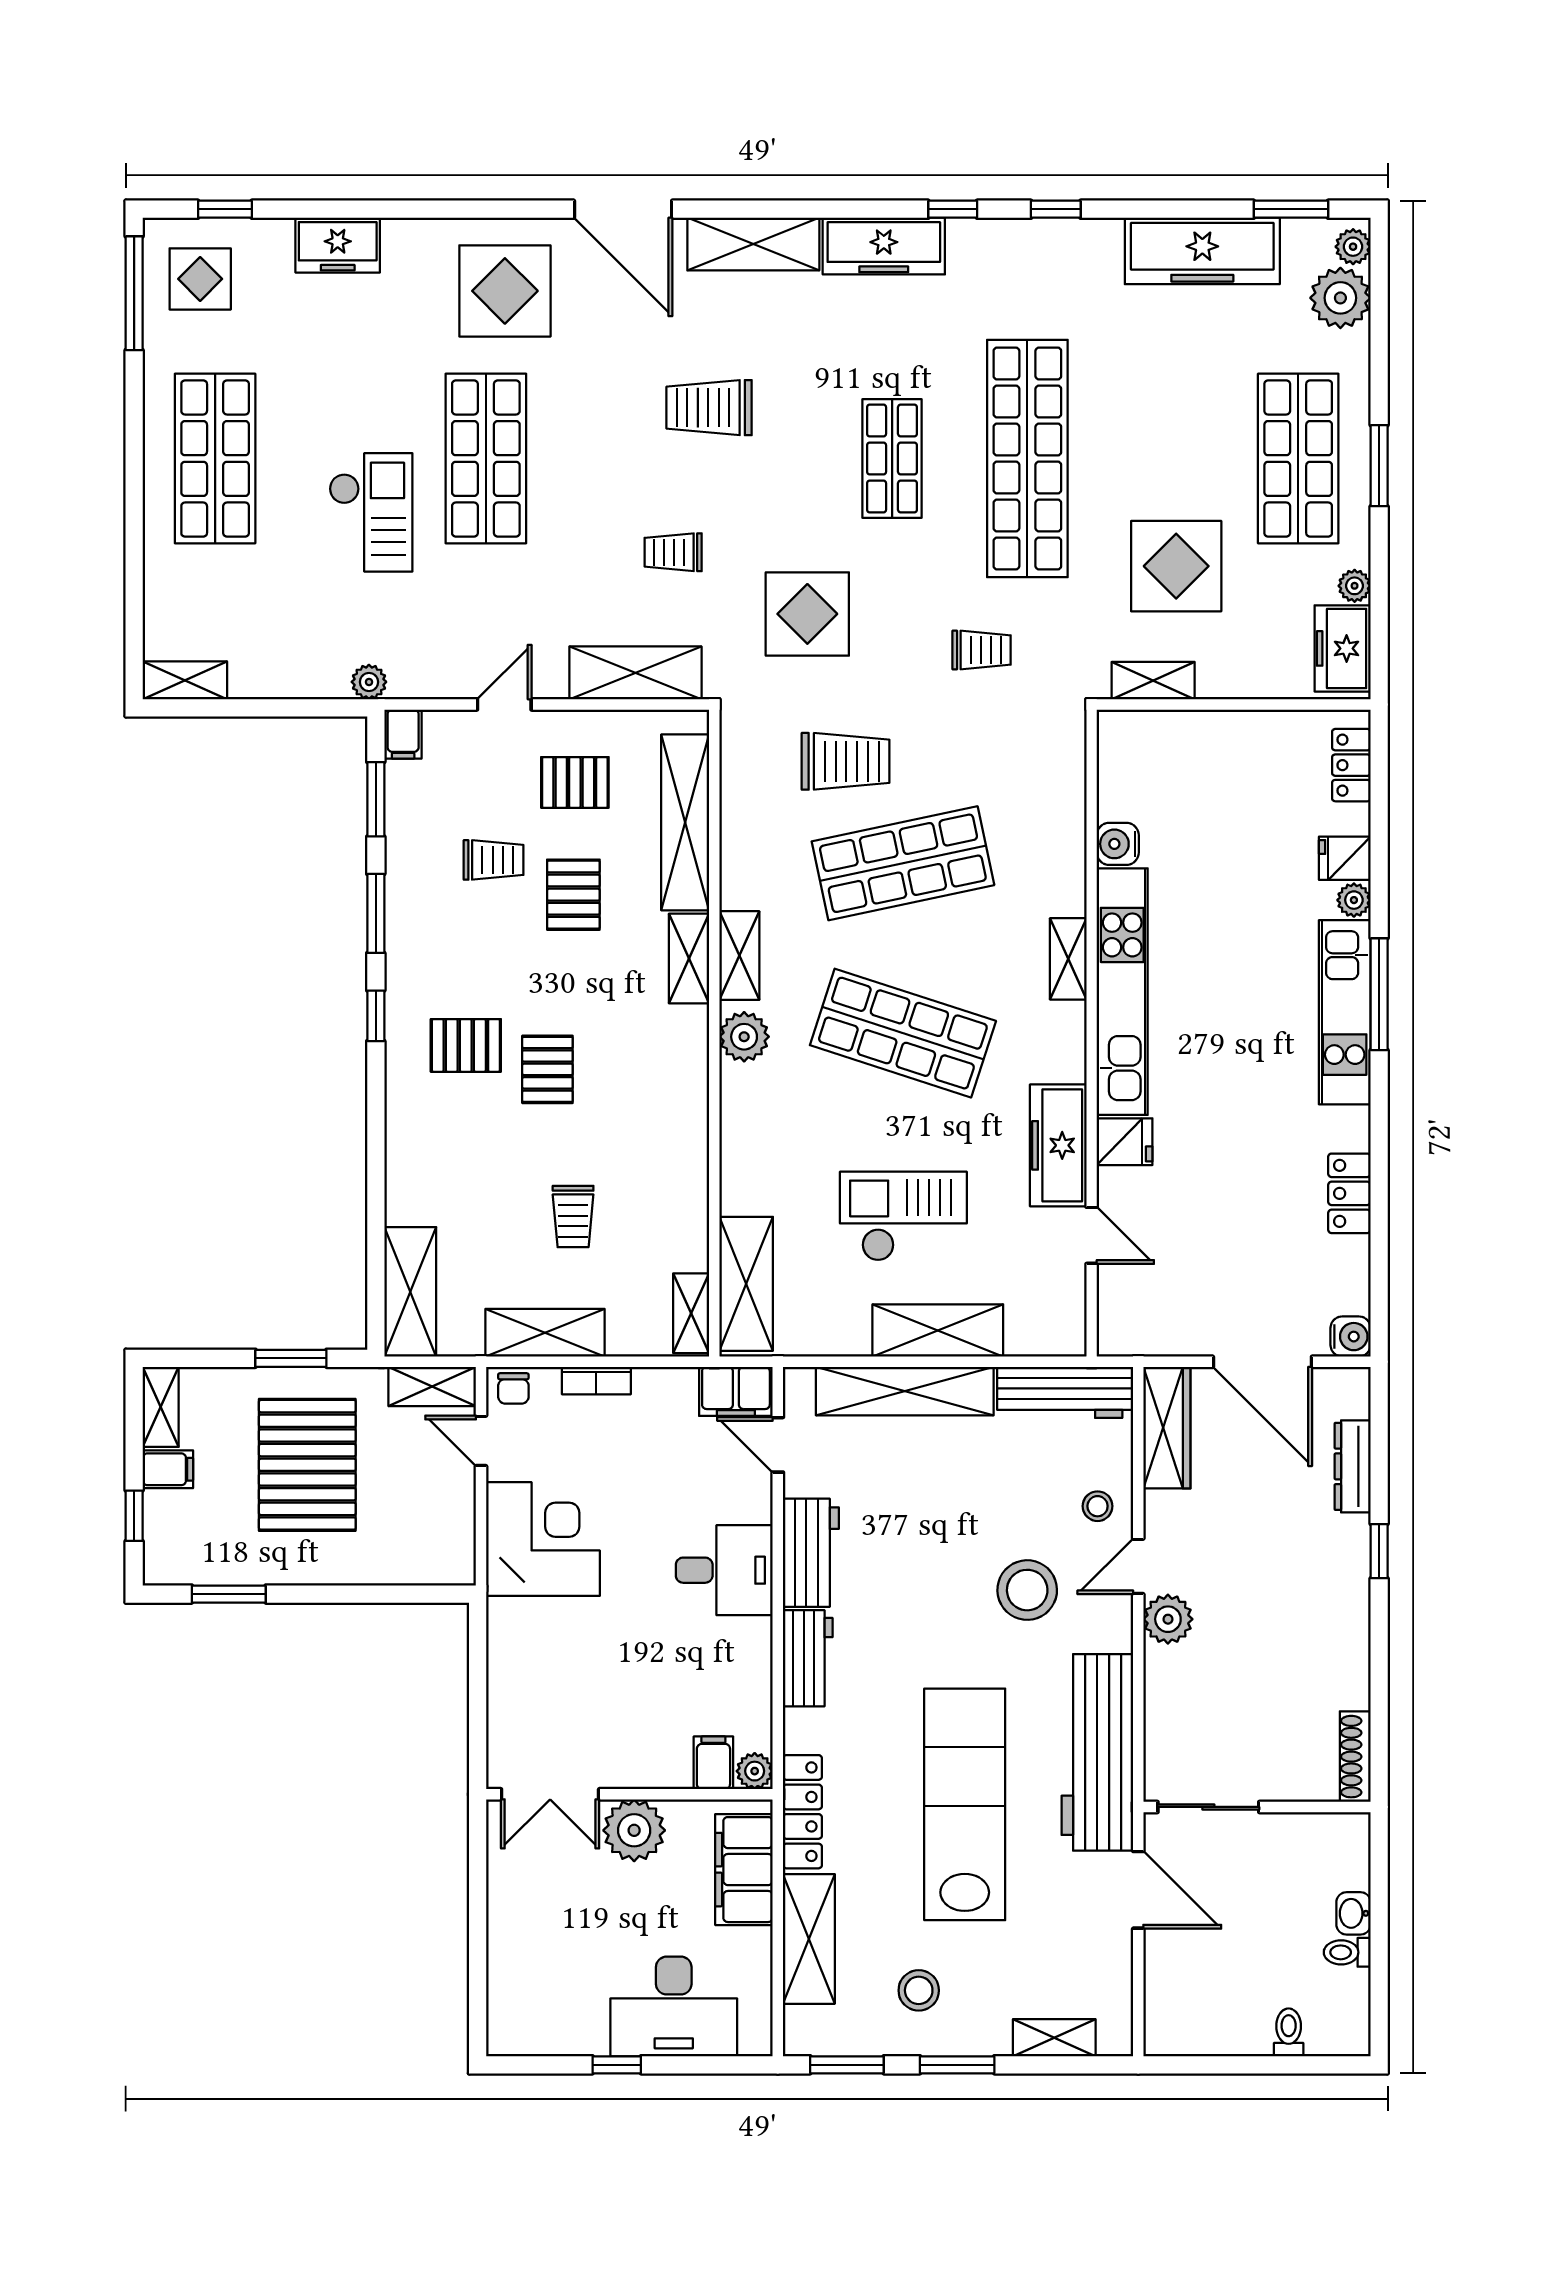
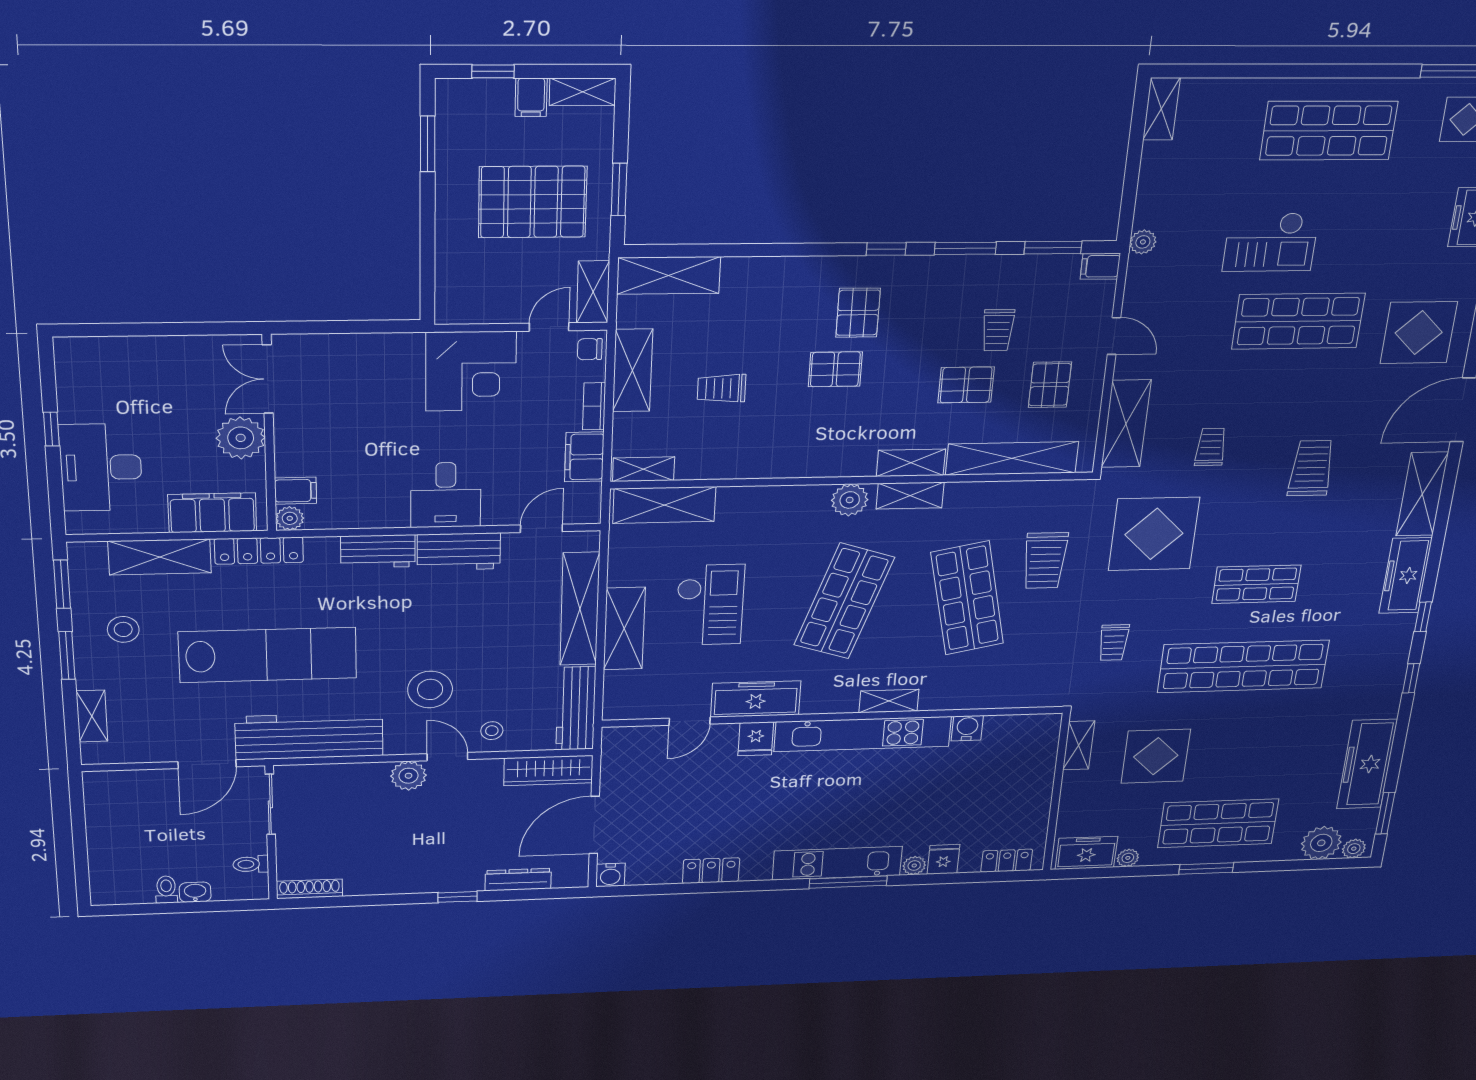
display table: (807, 614) -> (1154, 534), width x1.36, depth x1.36
filing cabinet: (736, 1391) -> (584, 457), moved
toilet: (1289, 2032) -> (251, 864), moved, turned 180

